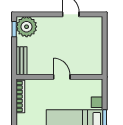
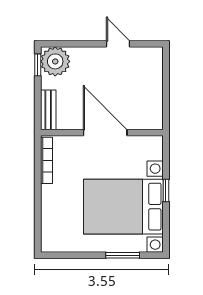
door: (62, 77) -> (105, 133), width x1.88

